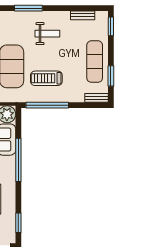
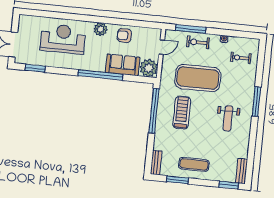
bench: (83, 15) -> (242, 171), moved
exercise mat: (95, 62) -> (194, 164), width x0.73, depth x0.69

